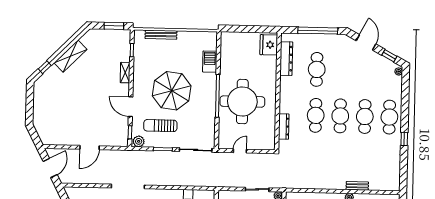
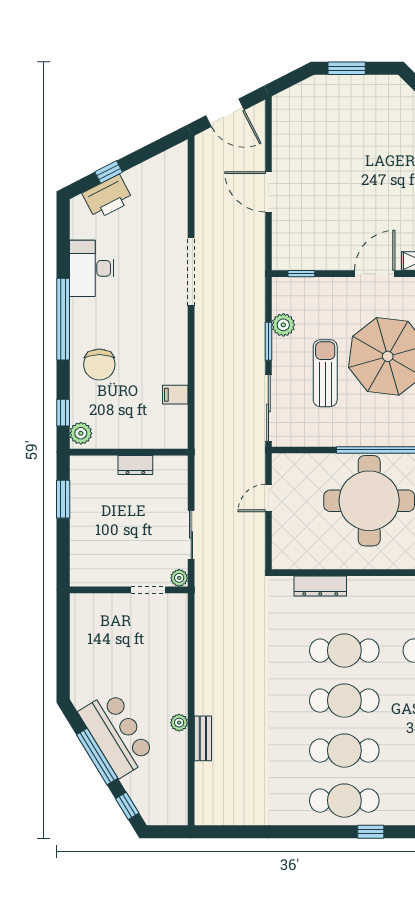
door: (131, 107) -> (375, 274), moved
window: (30, 108) -> (347, 68), added
sun lounger: (160, 126) -> (325, 373), moved
window: (404, 139) -> (371, 832), moved
plant: (139, 141) -> (283, 325), moved
door: (240, 151) -> (268, 498), swing flipped

